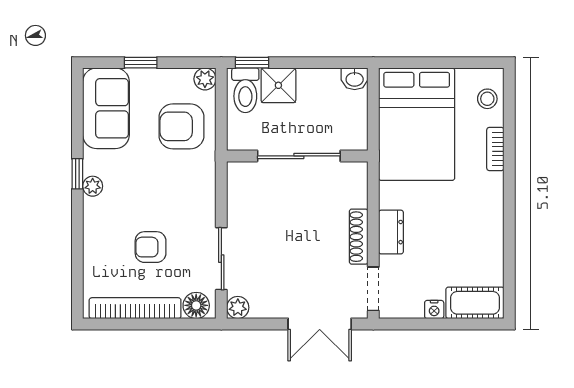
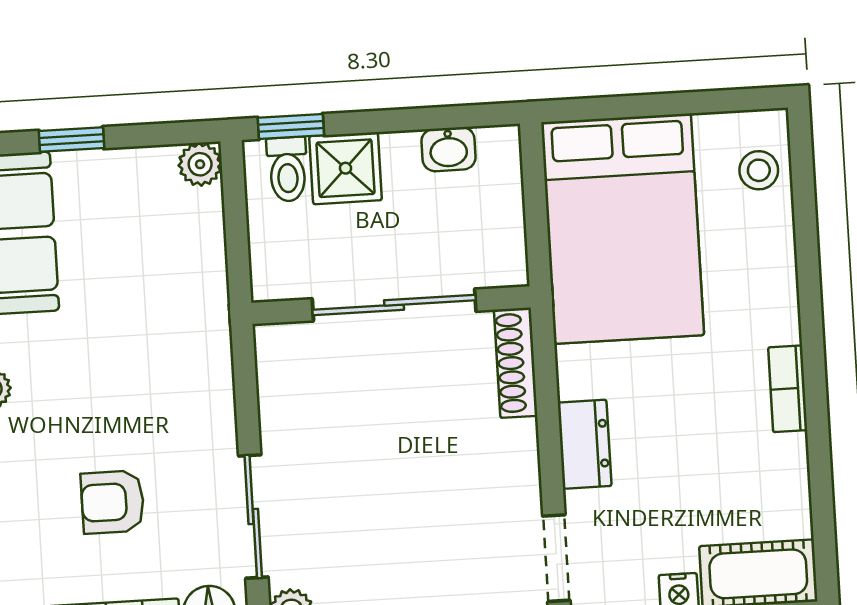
washbasin: (355, 79) -> (449, 149), moved
toilet: (245, 90) -> (287, 169), width x0.73, depth x0.72
armchair: (181, 126) -> (159, 261), removed
bookcase: (495, 149) -> (788, 389), moved
shoe rack: (359, 237) -> (516, 363), moved

